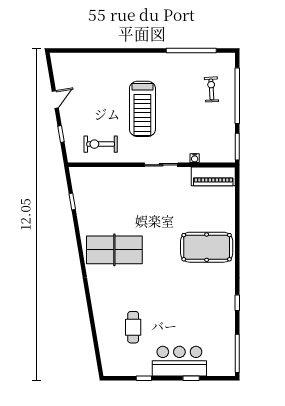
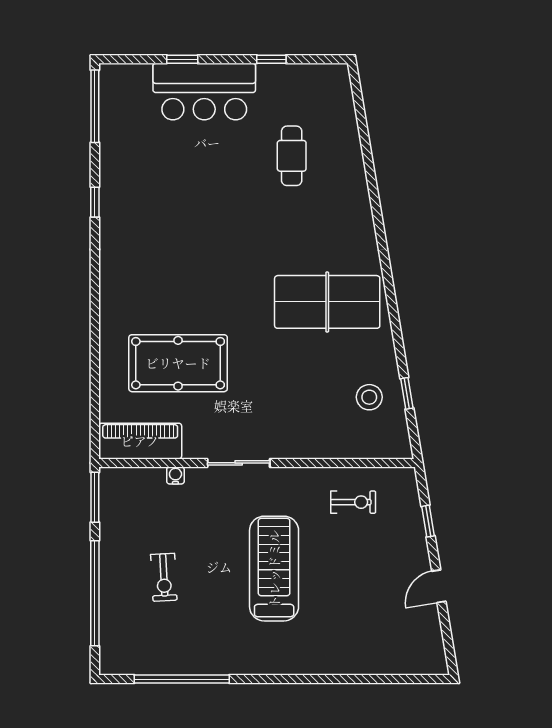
exercise bike: (211, 89) -> (164, 577), moved
exercise bike: (101, 144) -> (353, 502), width x0.73, depth x0.72
stool: (92, 200) -> (369, 397), added
pool table: (207, 247) -> (178, 363), moved

